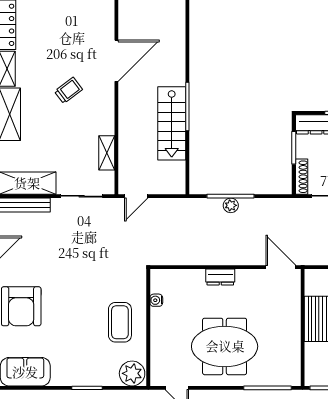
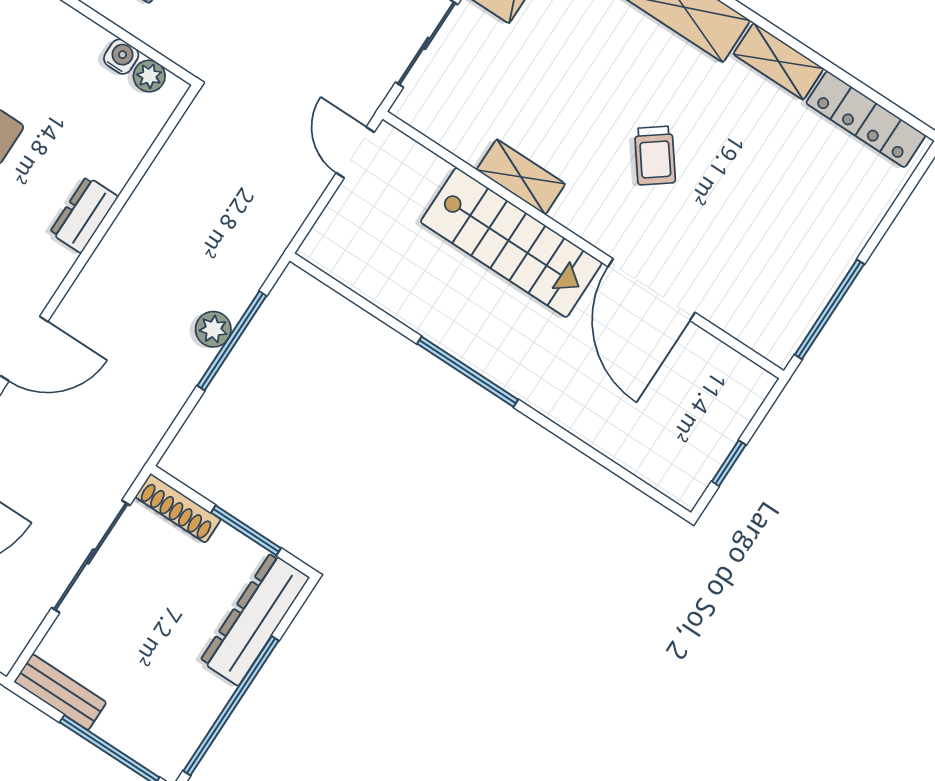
stairs: (172, 123) -> (511, 242), moved, turned 180
shelving: (107, 153) -> (521, 177), moved
plant: (157, 286) -> (149, 76), added

